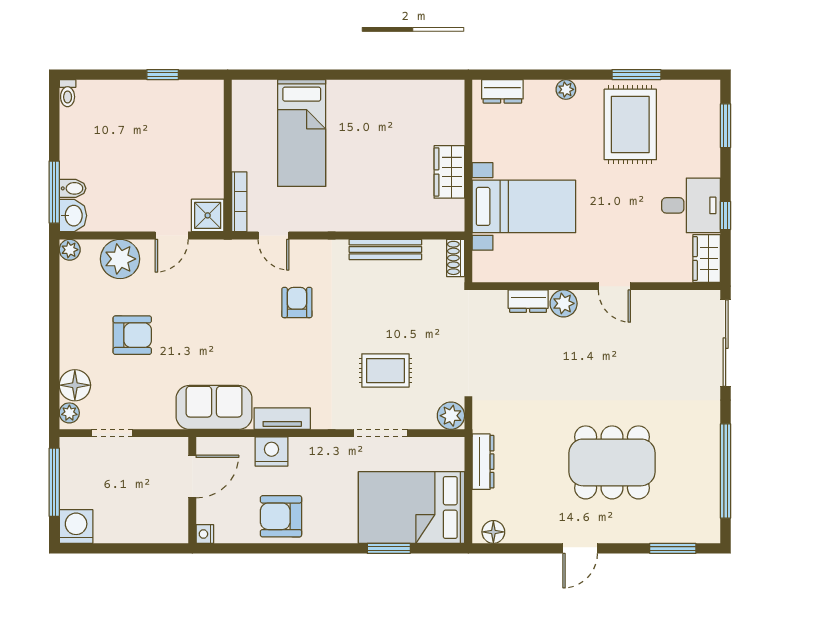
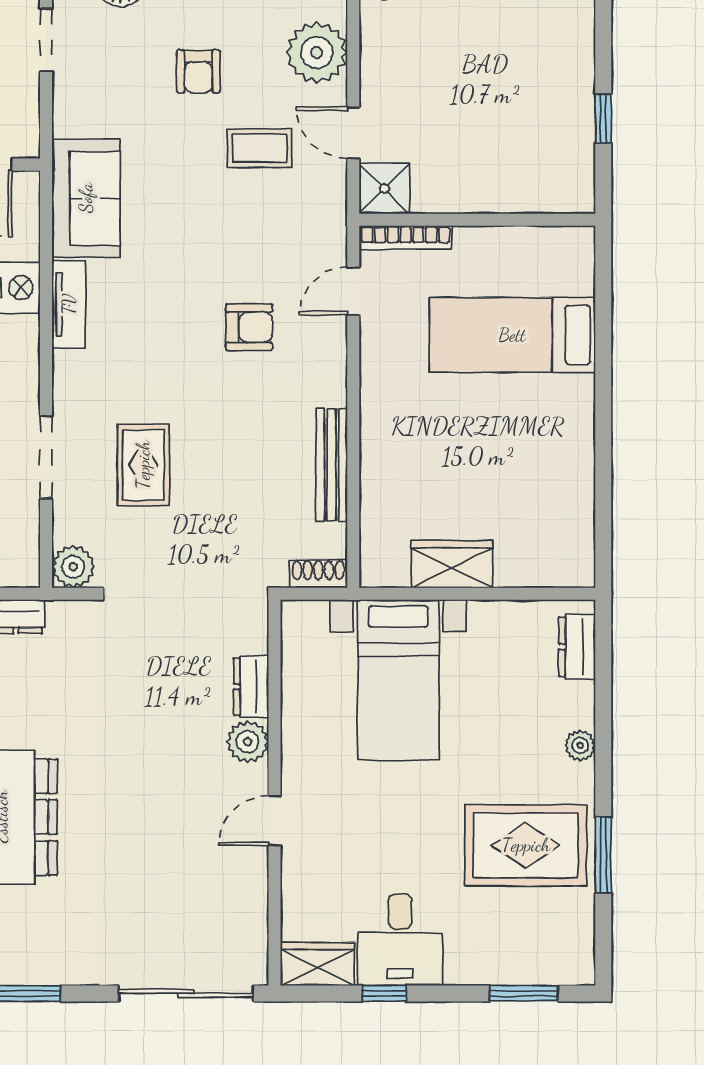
coffee table: (182, 296) -> (260, 148), added
armchair: (132, 335) -> (198, 71), width x0.72, depth x0.72

